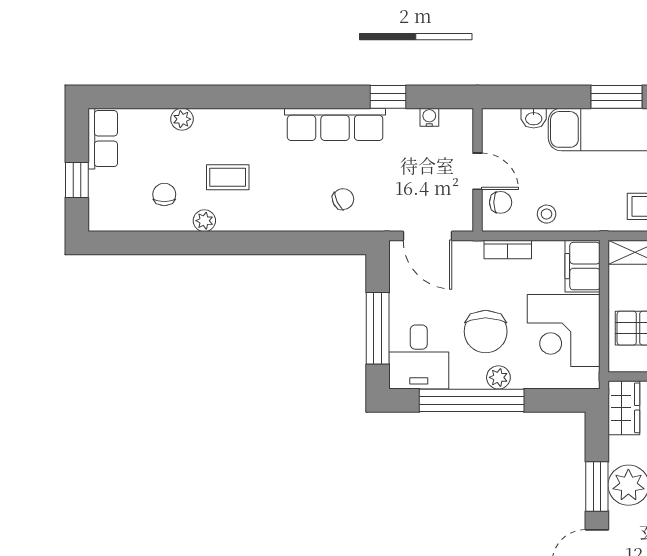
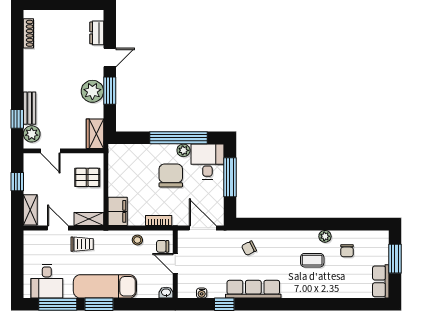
washbasin: (534, 118) -> (166, 293), moved
plant: (182, 119) -> (337, 292), removed
window: (77, 180) -> (395, 259), width x1.50
corner desk: (564, 330) -> (128, 176), removed
plant: (498, 377) -> (183, 150), moved

